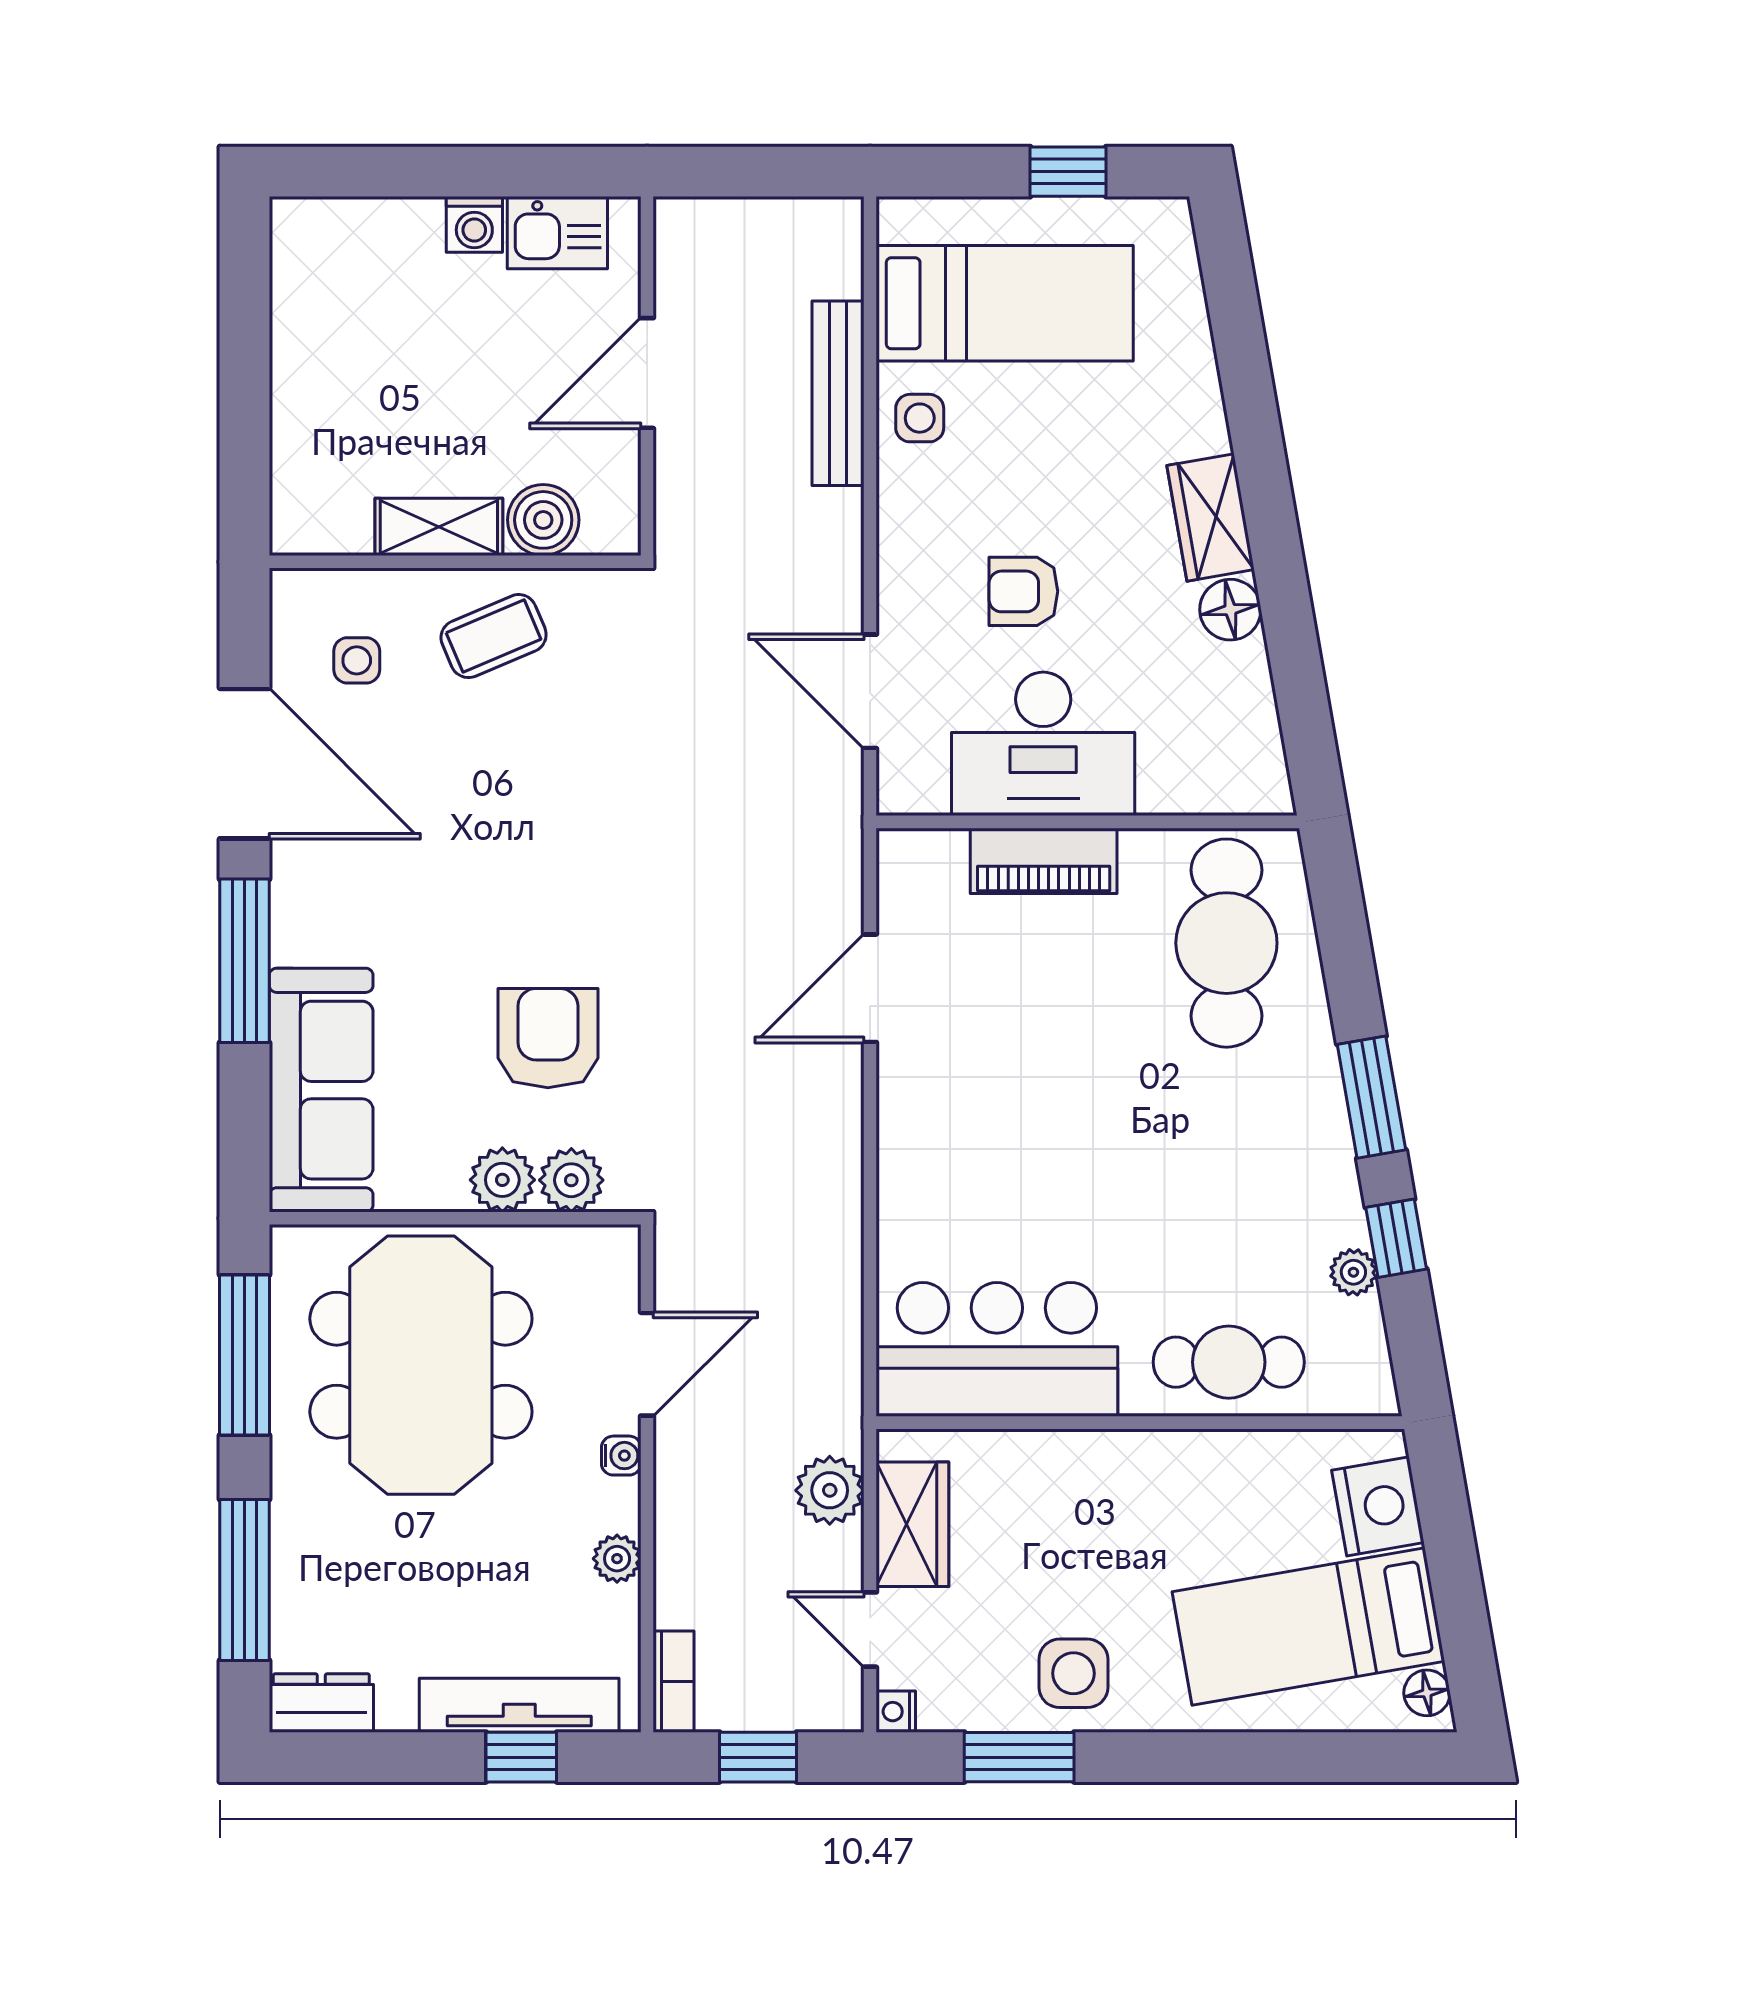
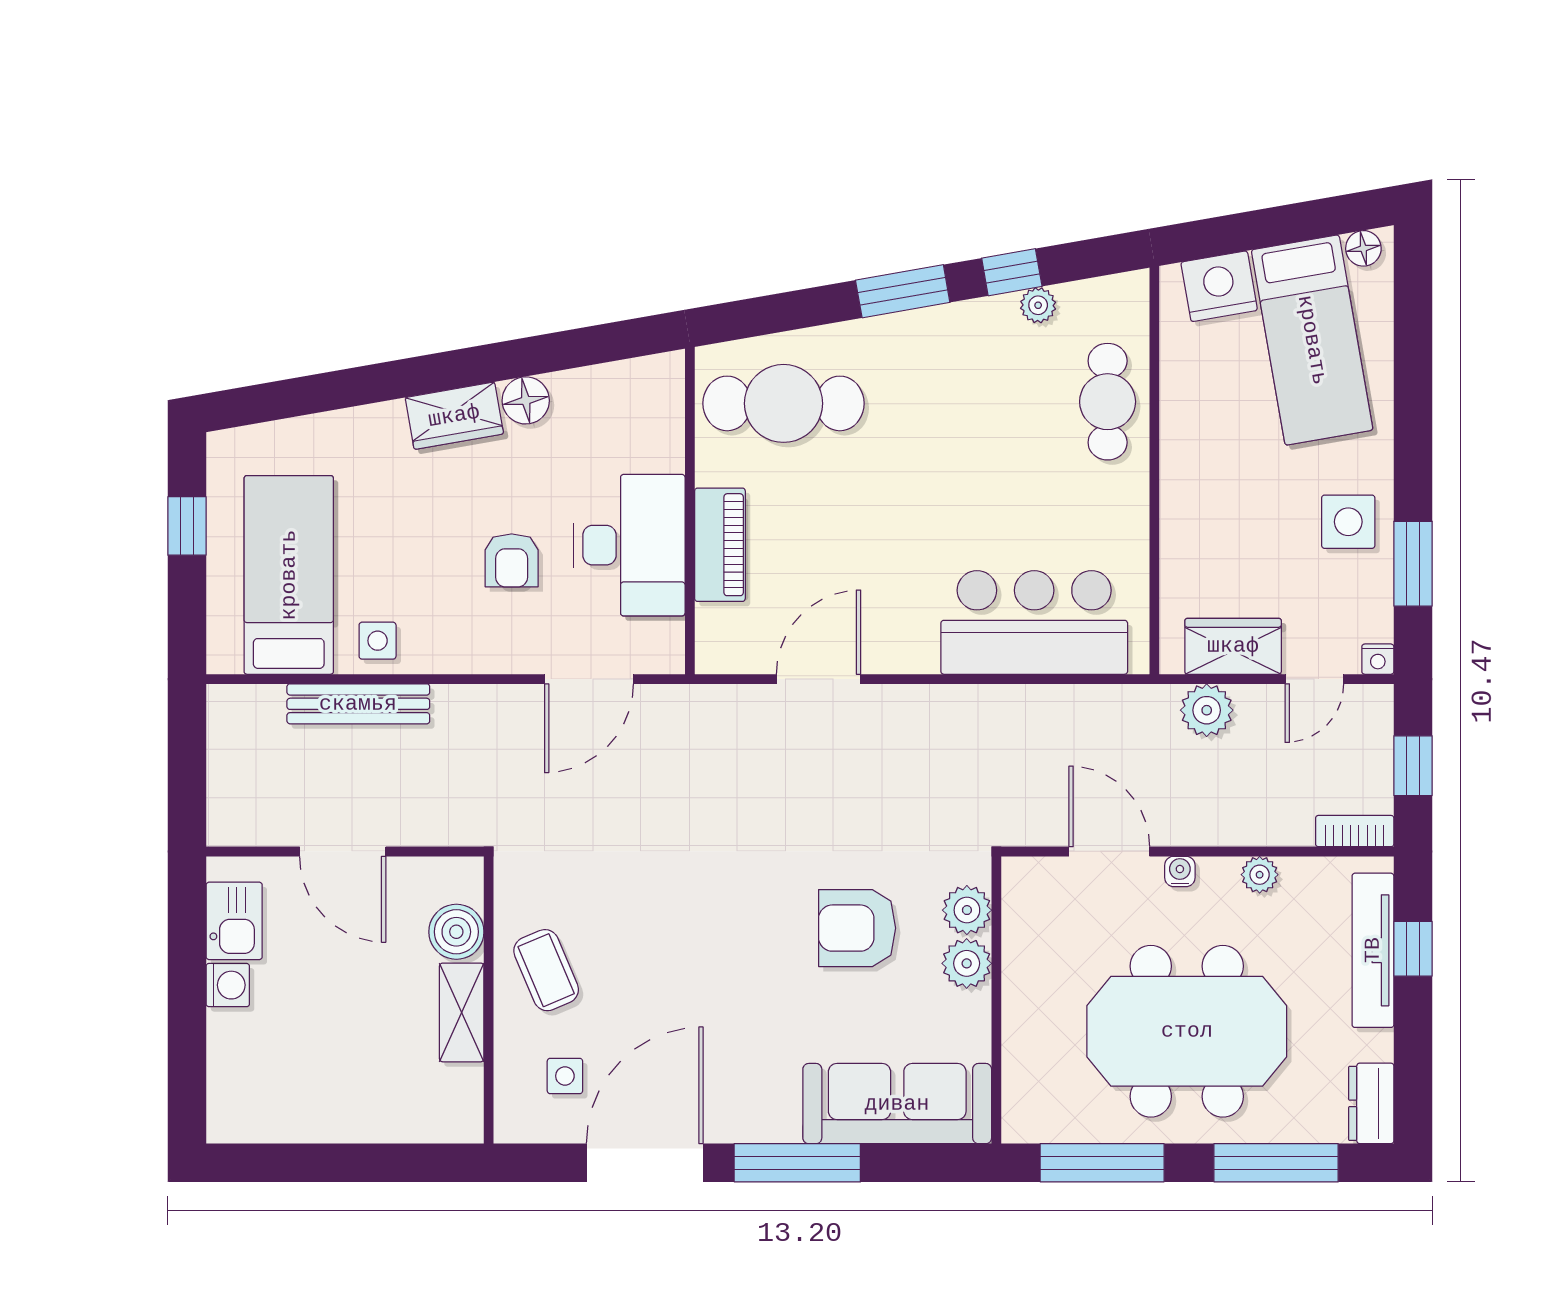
door: (870, 988) -> (819, 679), swing flipped
bar counter: (997, 1349) -> (1034, 622), moved, turned 90
meeting table: (421, 1365) -> (1187, 1031), moved

